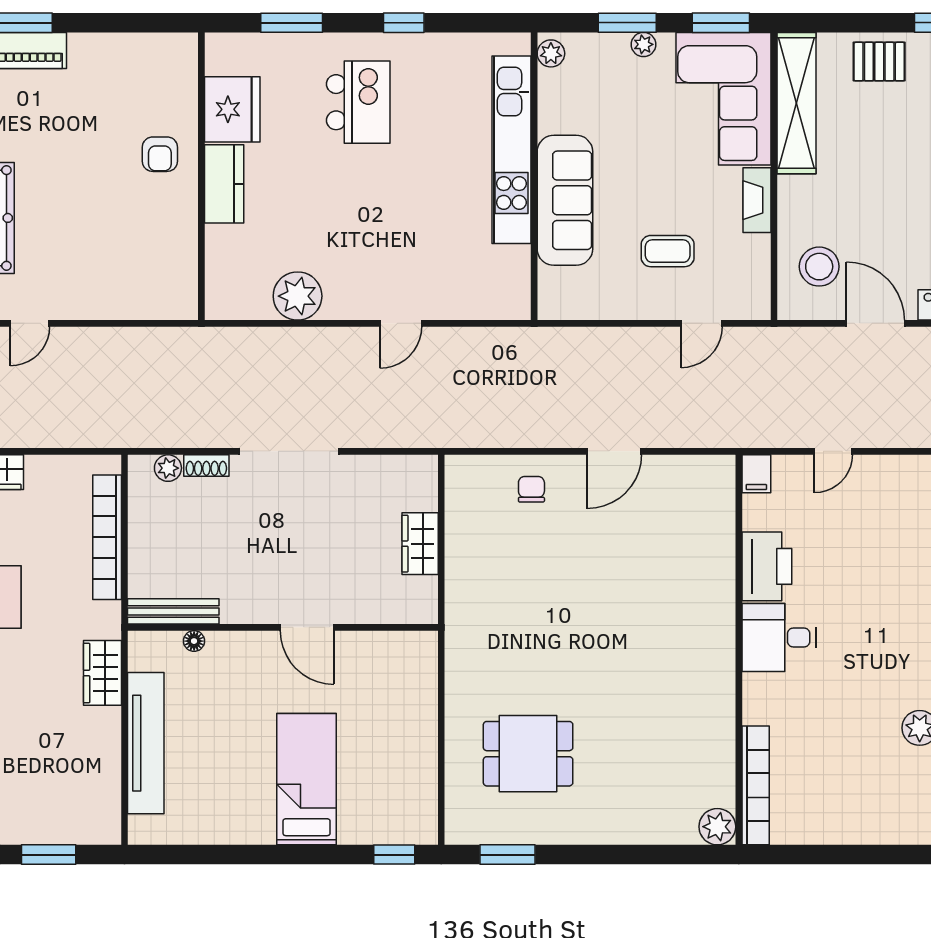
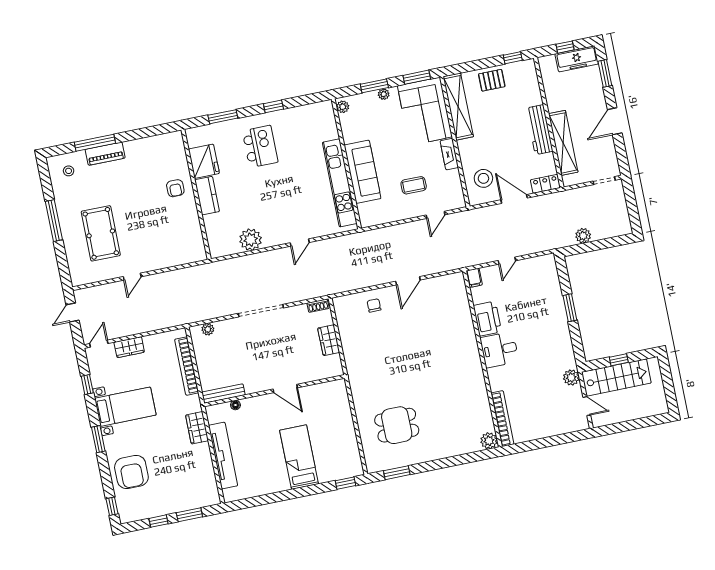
kitchen unit: (511, 150) -> (340, 183), moved
shoe rack: (206, 466) -> (318, 306), moved

